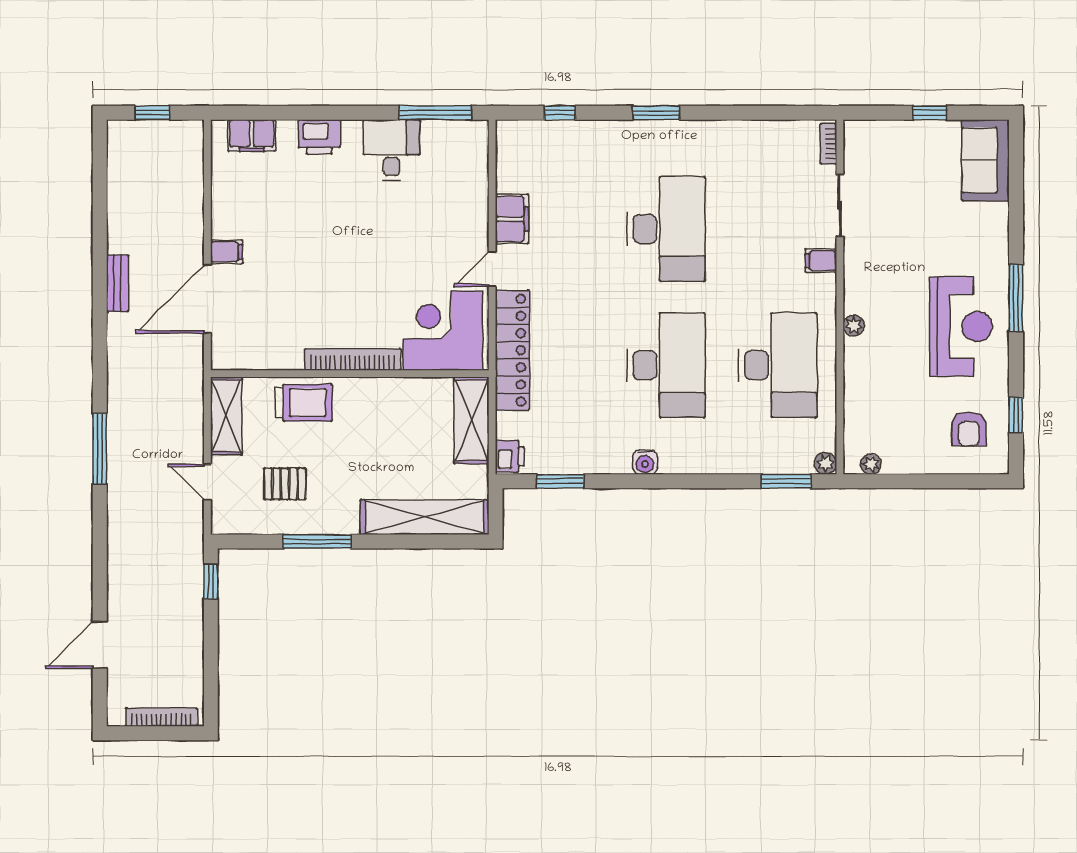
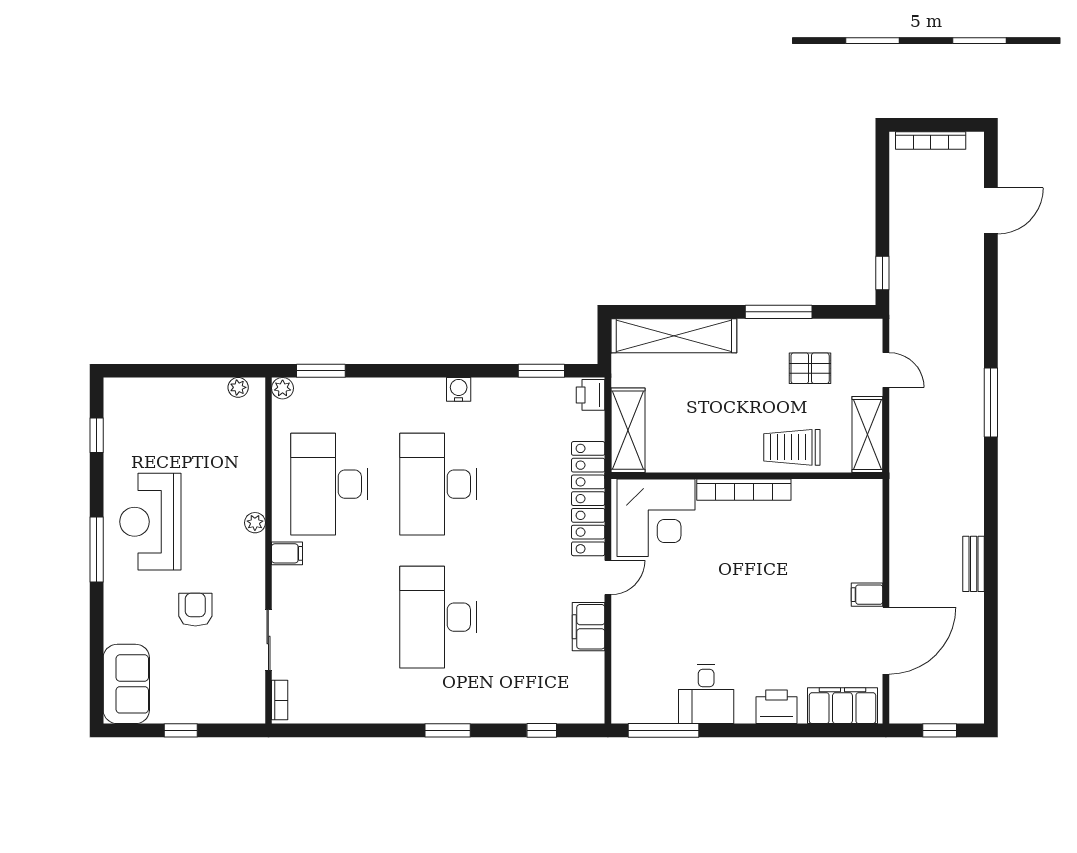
filing cabinet: (252, 135) -> (842, 706), width x1.50, depth x1.17
filing cabinet: (821, 261) -> (287, 553), moved
door: (207, 299) -> (886, 641), moved
armchair: (969, 429) -> (195, 610), moved

